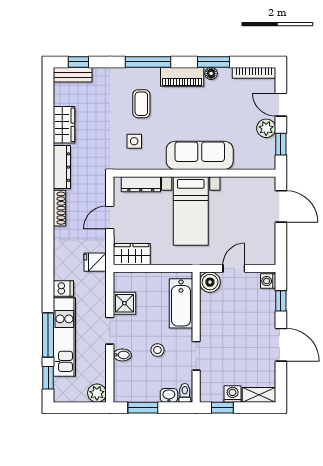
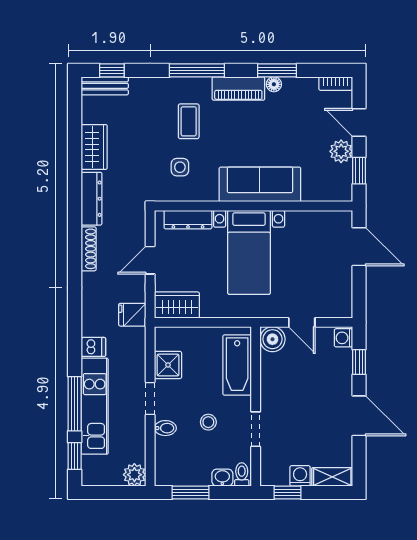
bookcase: (254, 73) -> (336, 84), width x0.64
door: (234, 268) -> (302, 322), swing flipped

